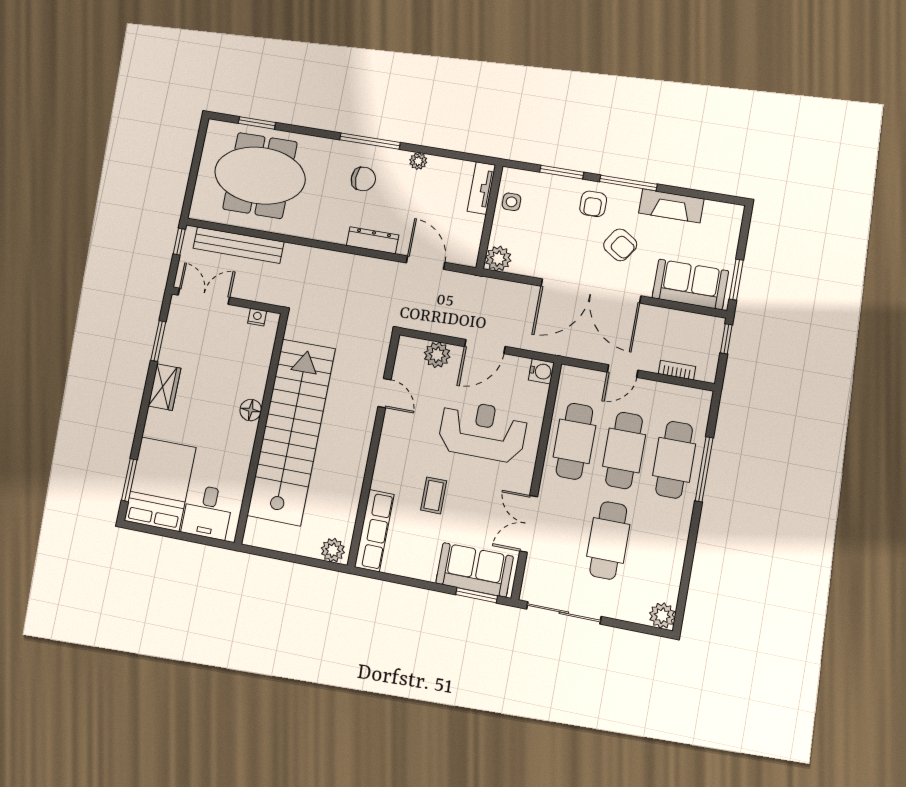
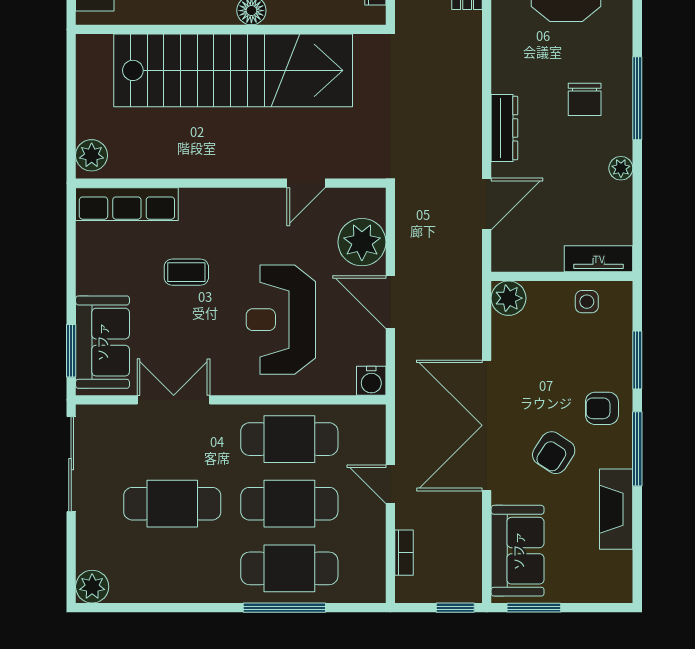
plant: (437, 355) -> (362, 242), width x1.36, depth x1.36
reception desk: (483, 431) -> (281, 320), turned 180

